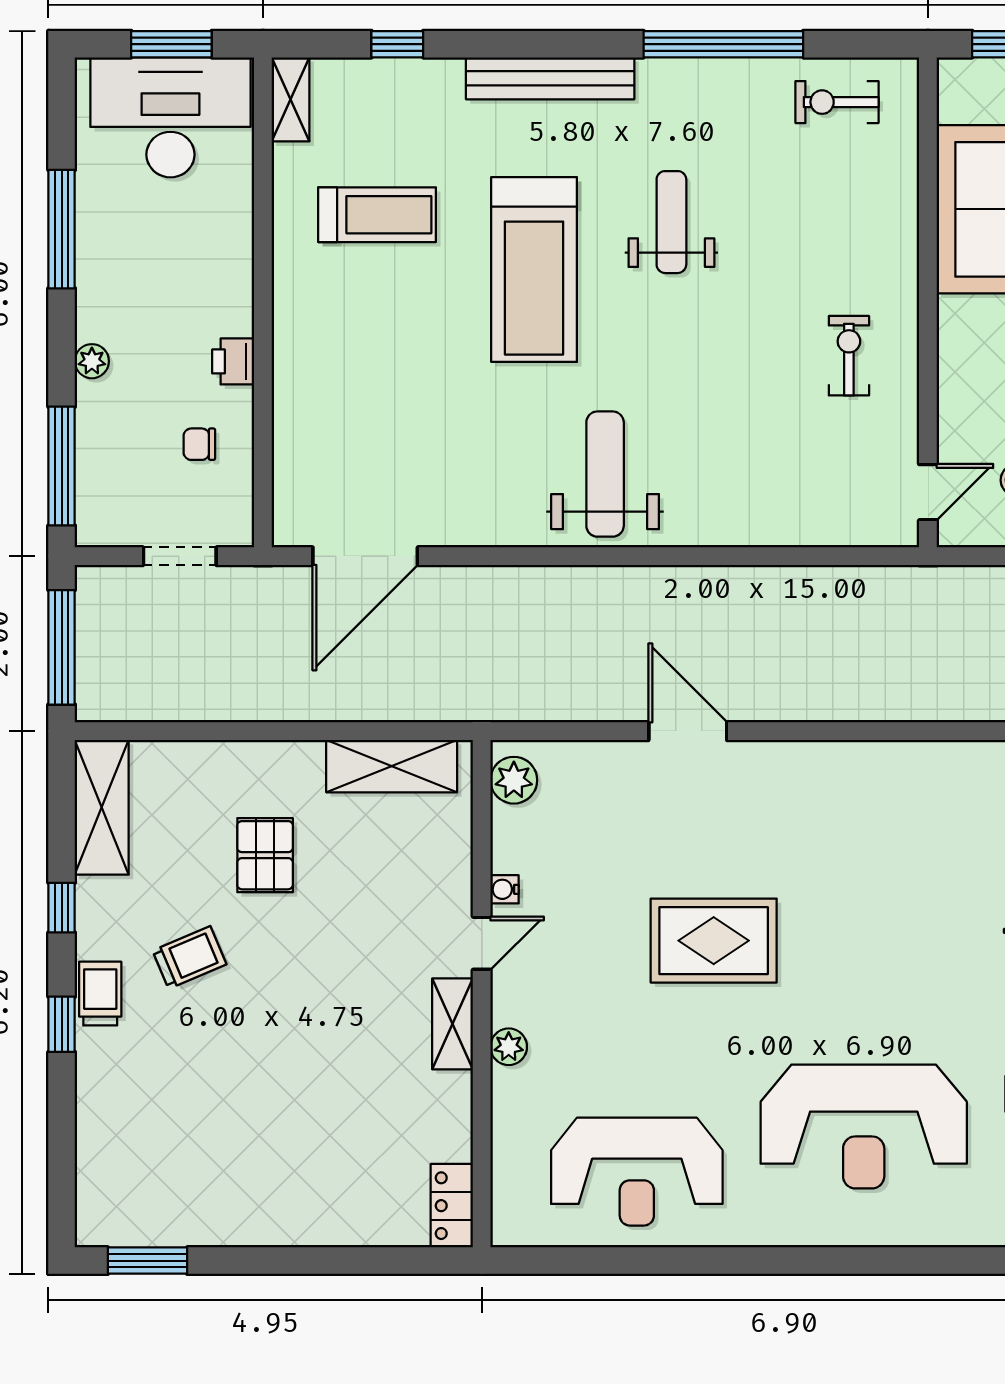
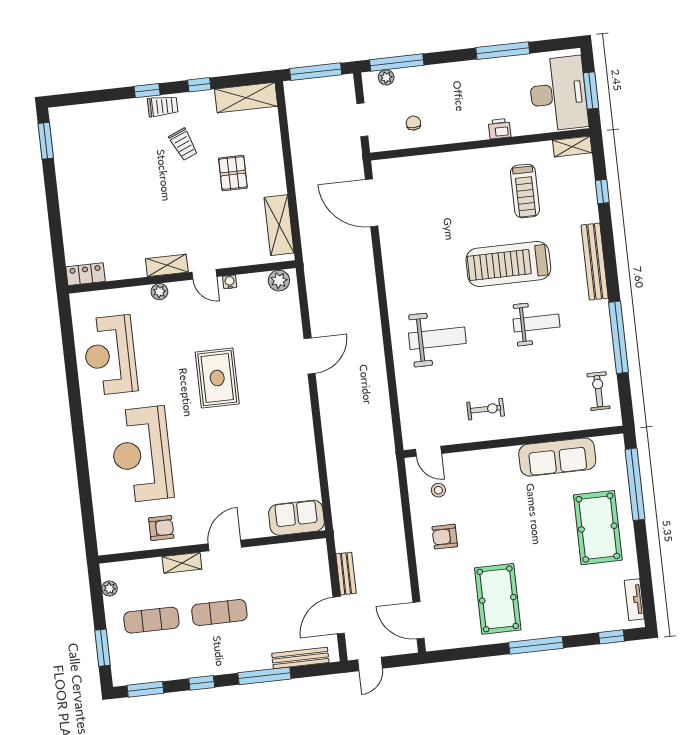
plant: (92, 361) -> (386, 77), moved
printer: (233, 361) -> (500, 129), moved
weight bench: (605, 474) -> (437, 338), moved
pallet: (265, 855) -> (233, 173), turned 90

